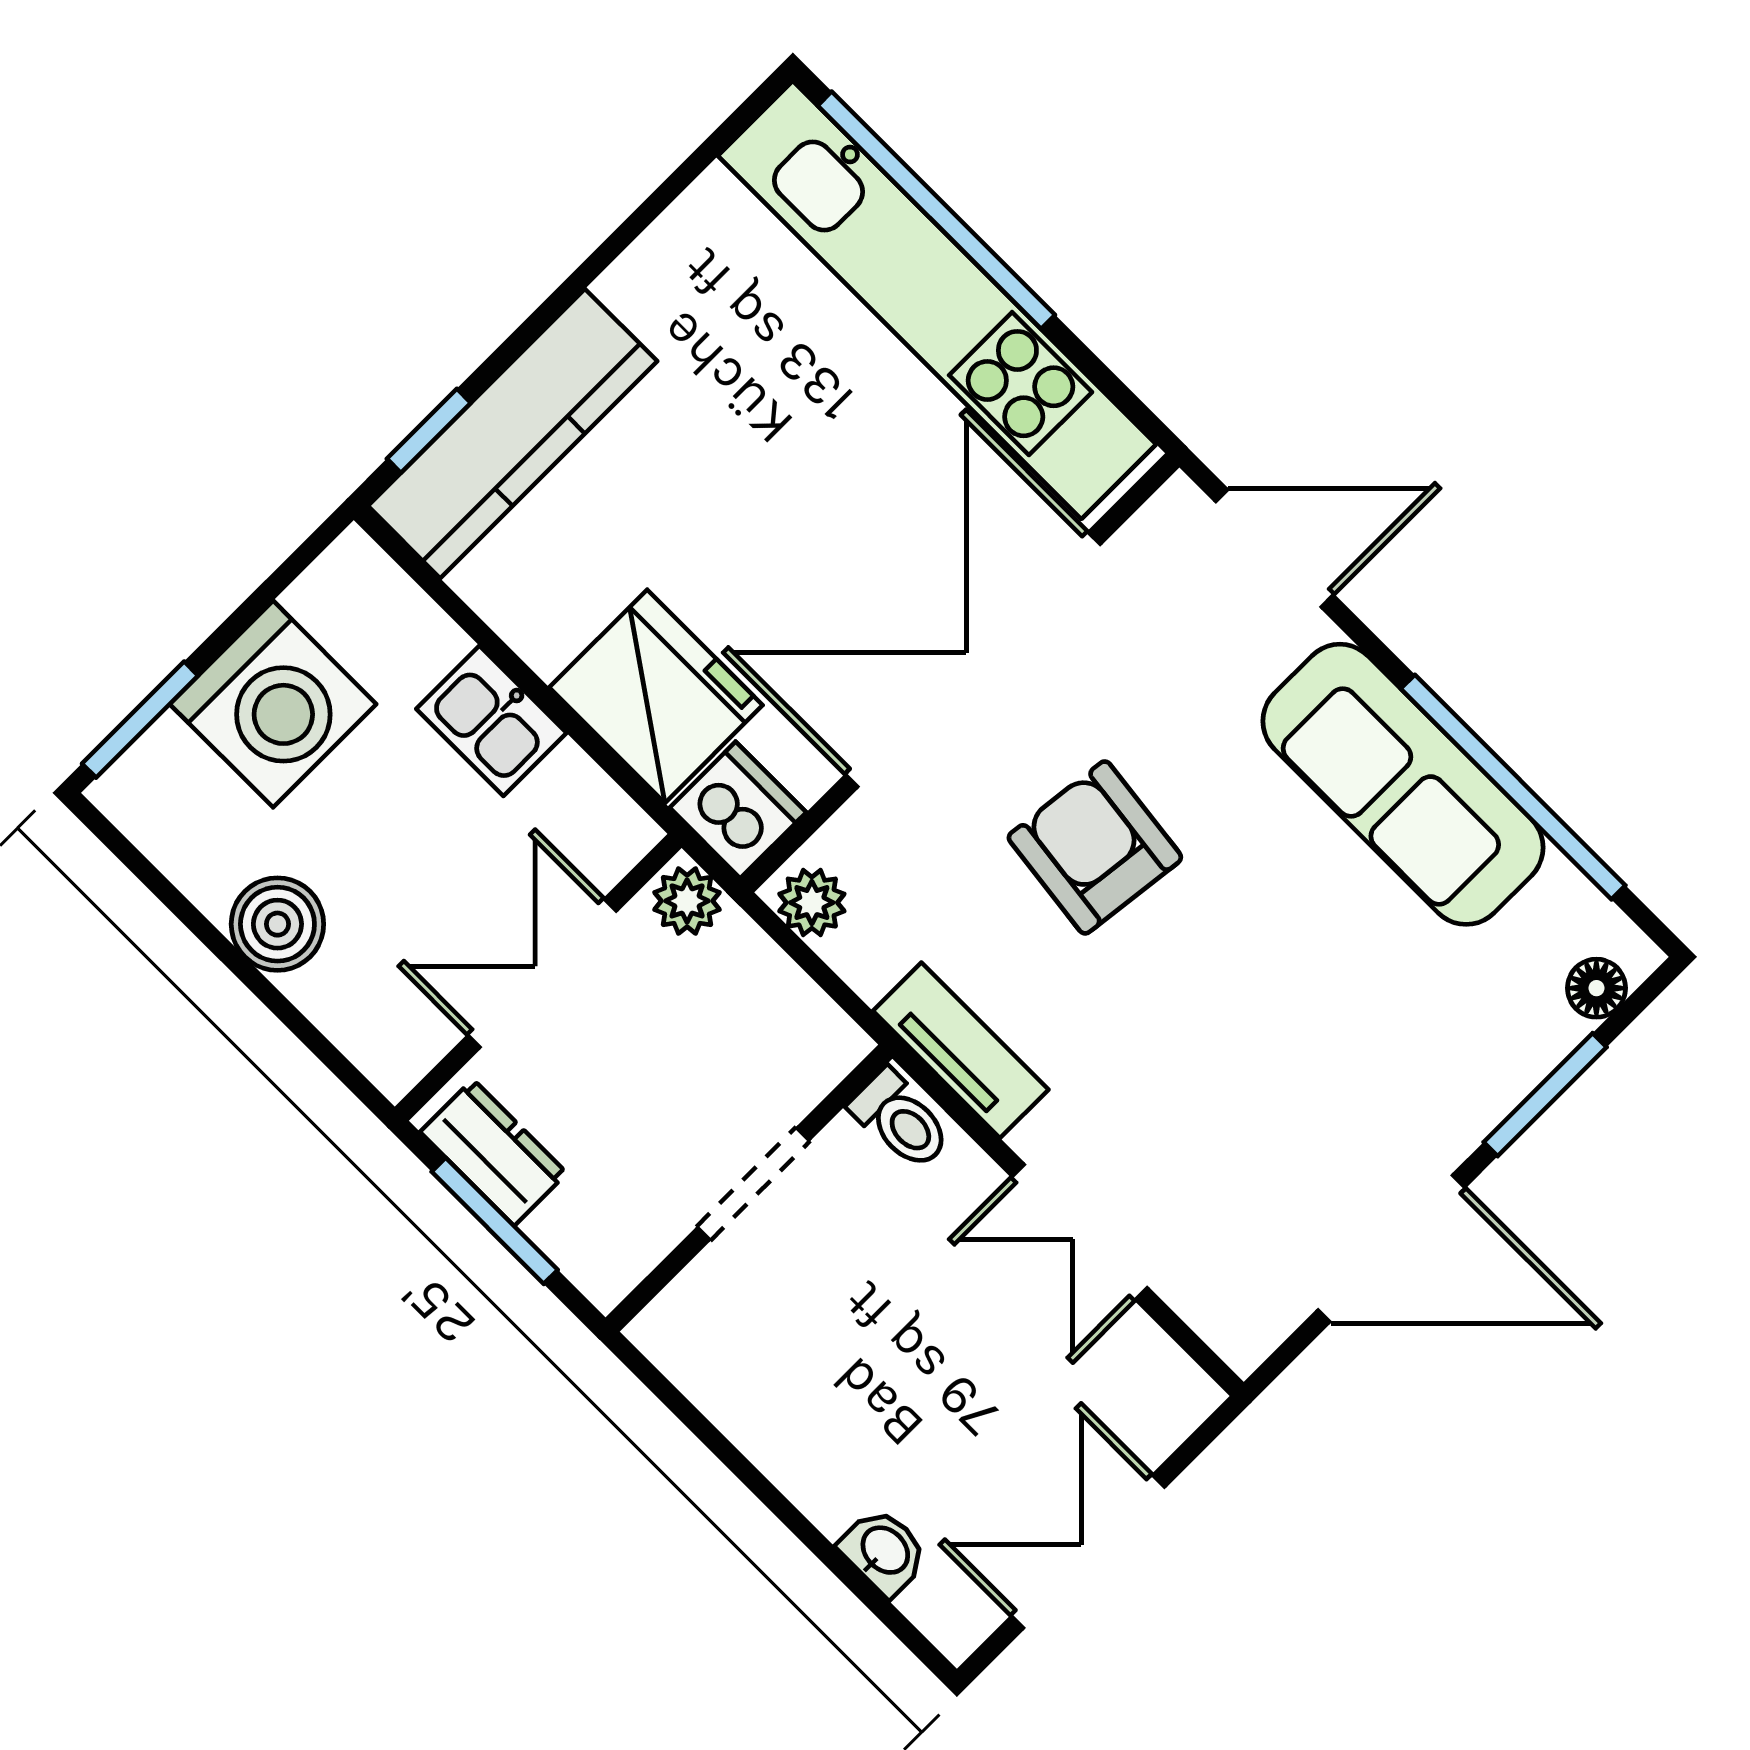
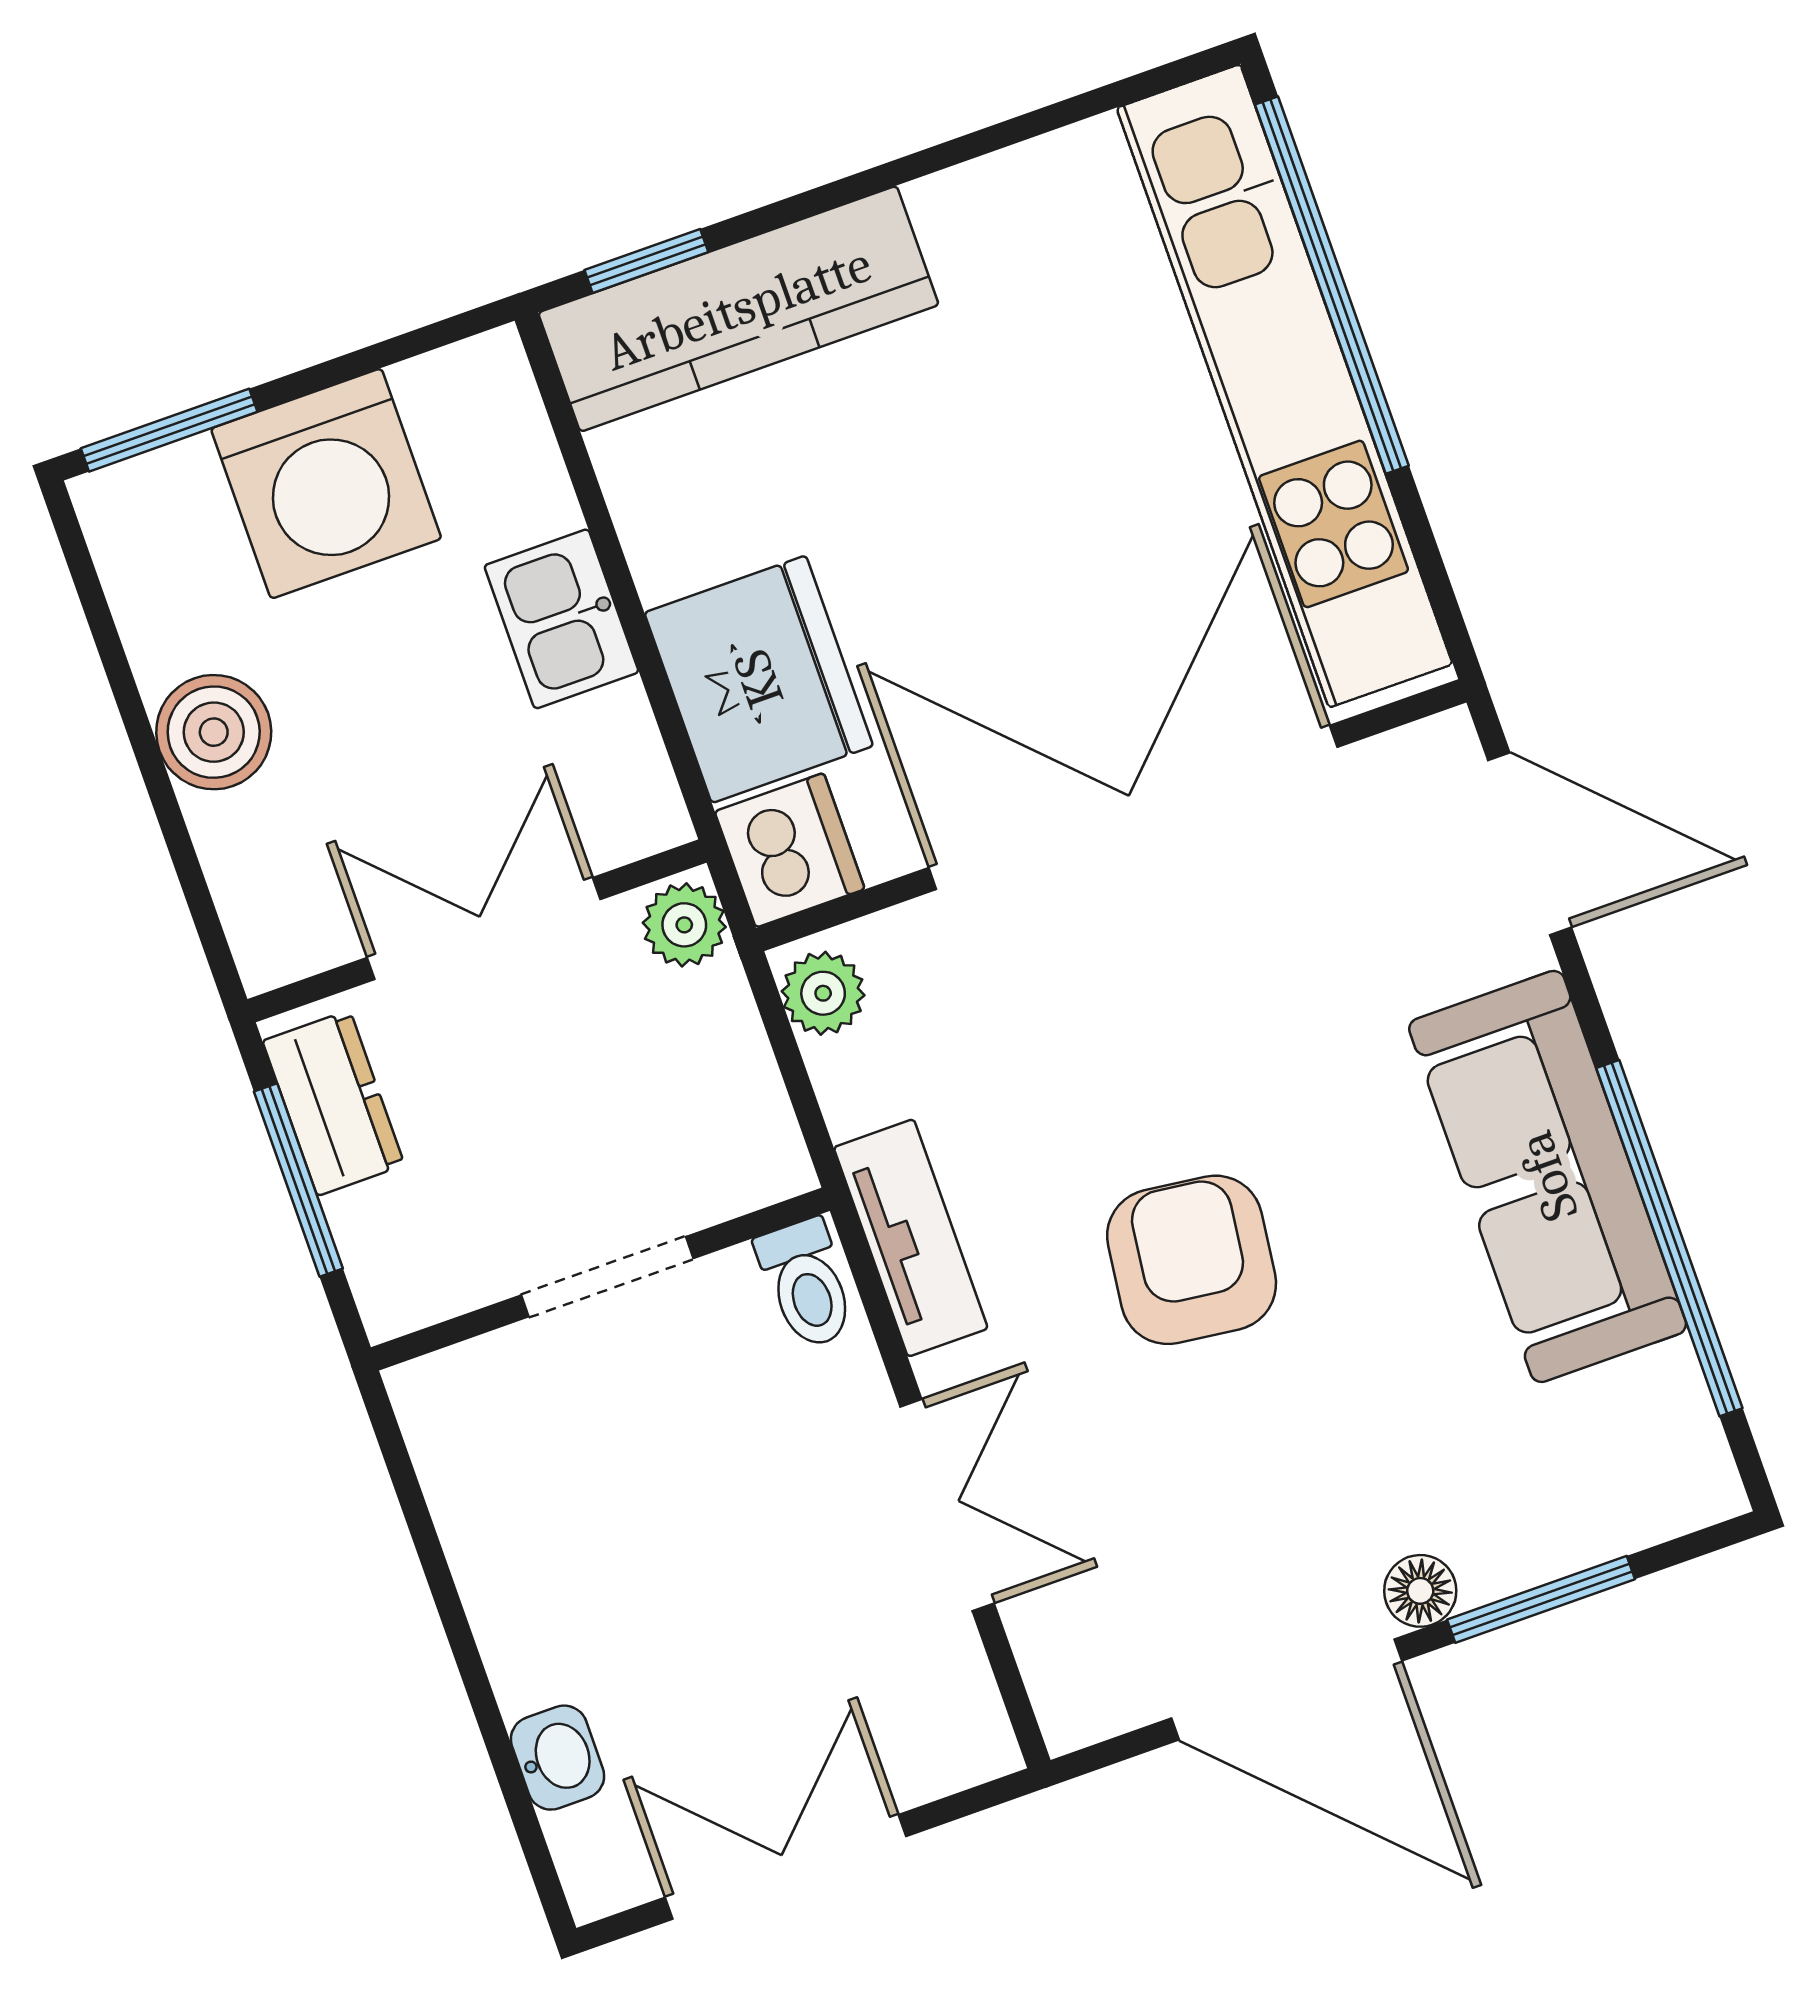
armchair: (1095, 847) -> (1192, 1260), moved
floor lamp: (1596, 988) -> (1420, 1591), moved
double door: (1080, 1232) -> (947, 1505), swing flipped

